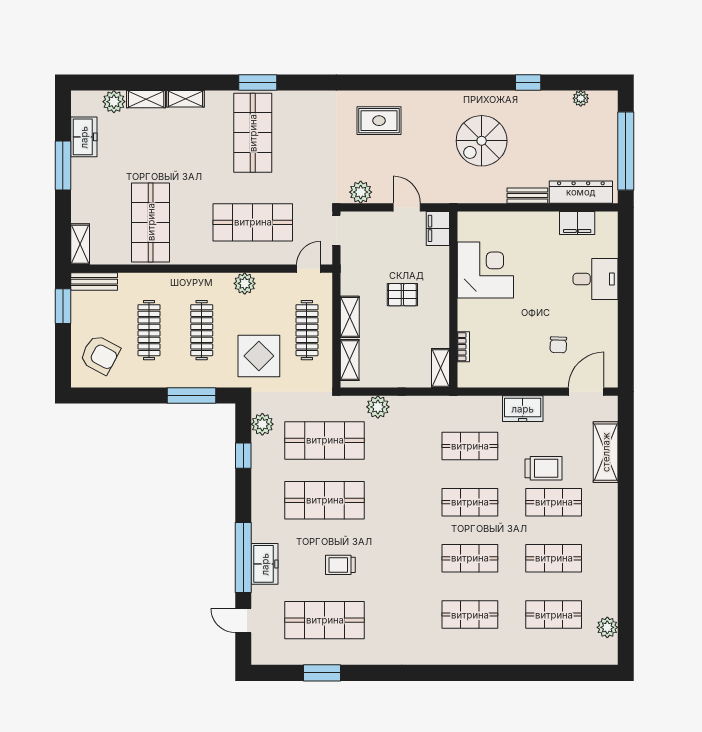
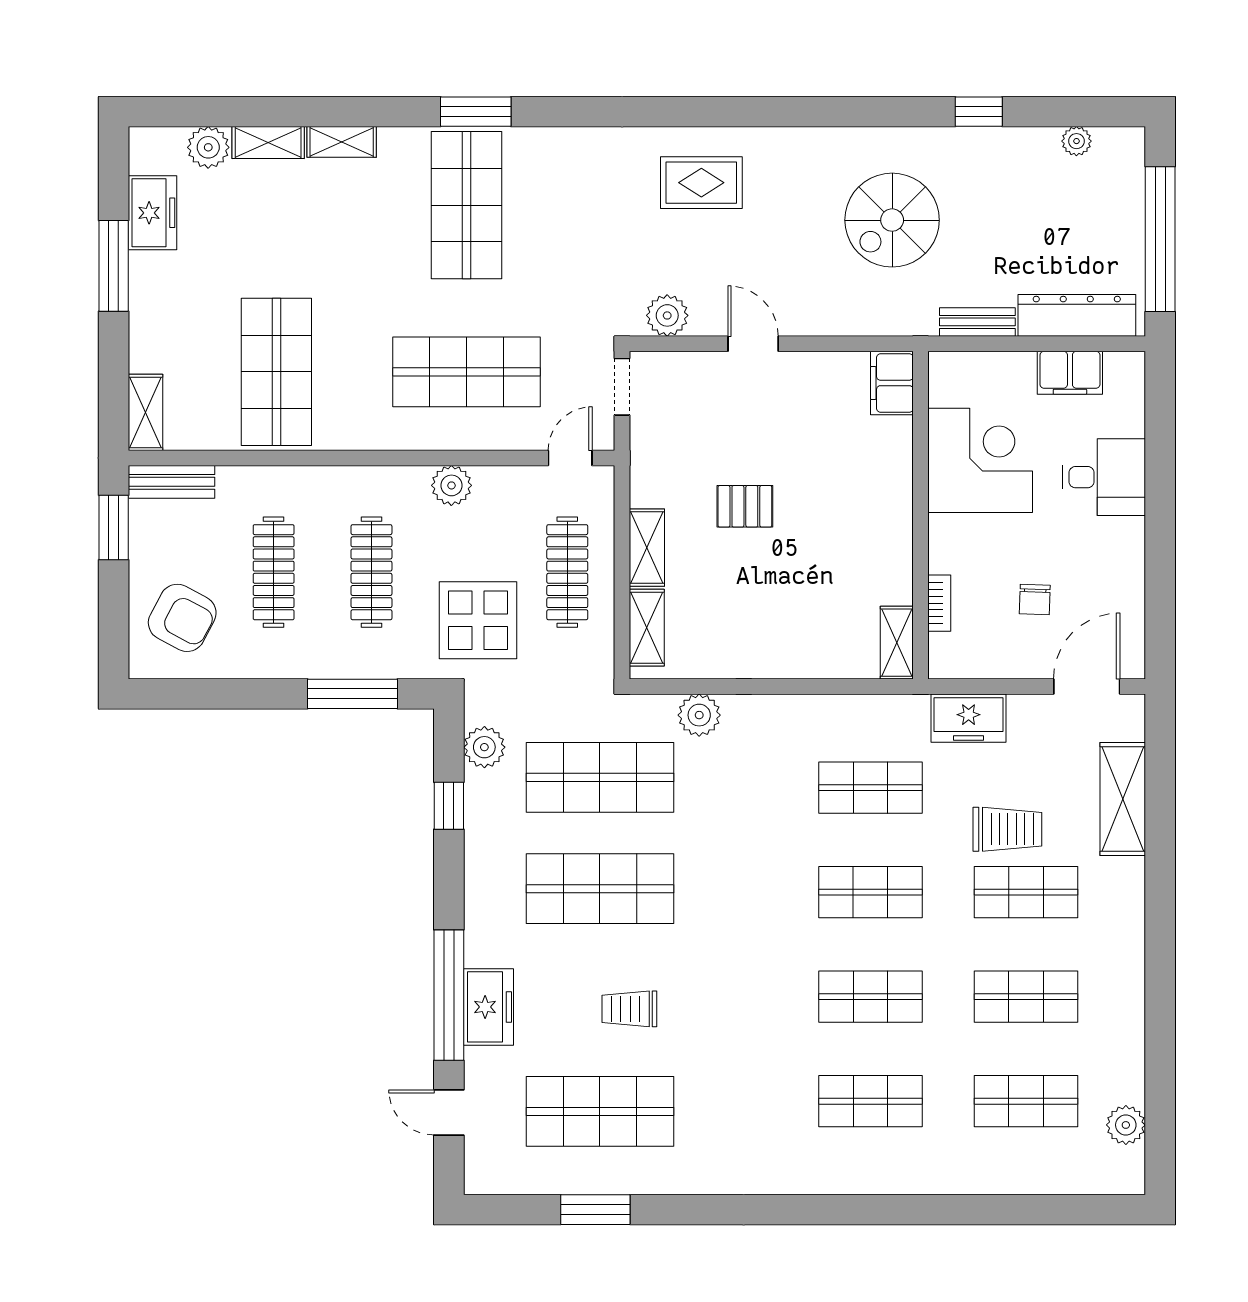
filing cabinet: (438, 228) -> (892, 383), moved
corner desk: (485, 270) -> (980, 460), moved
wall: (453, 299) -> (921, 515), moved
bookcase: (463, 347) -> (939, 603), moved
shelving: (441, 368) -> (897, 643), moved

